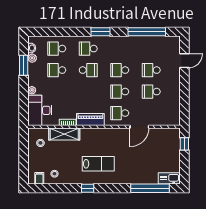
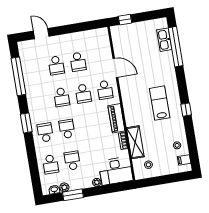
school desk: (88, 49) -> (45, 133), turned 180
school desk: (57, 70) -> (72, 161), turned 180
kitchen sink: (169, 178) -> (164, 40), moved

